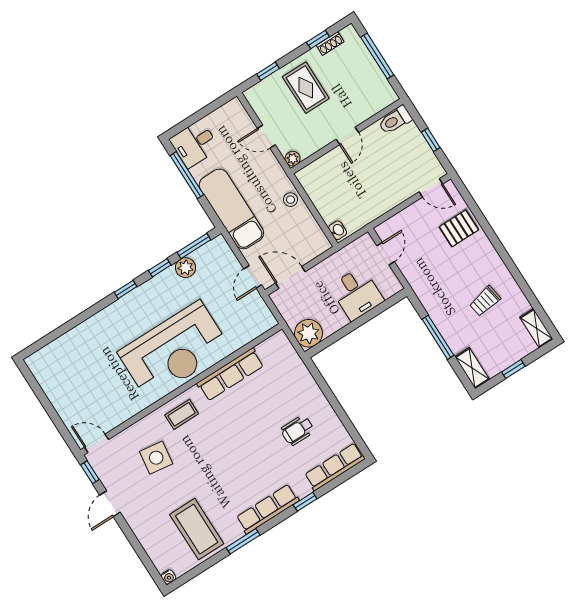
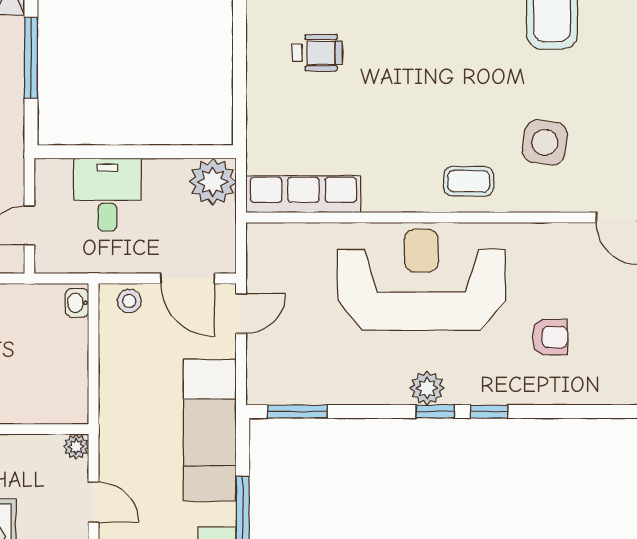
stool: (290, 200) -> (129, 301), moved
window: (160, 268) -> (489, 412), moved
plant: (185, 268) -> (427, 388), moved
armchair: (92, 363) -> (550, 337), added
row of seats: (230, 374) -> (303, 194), moved

